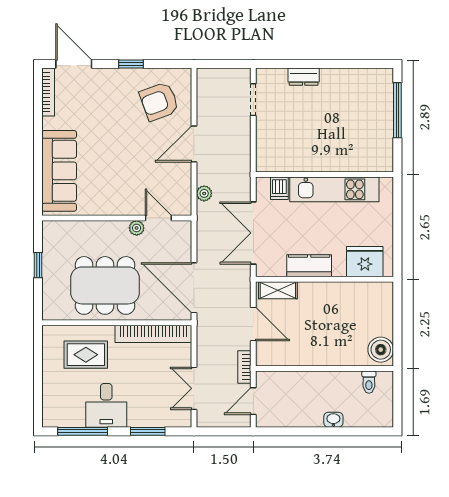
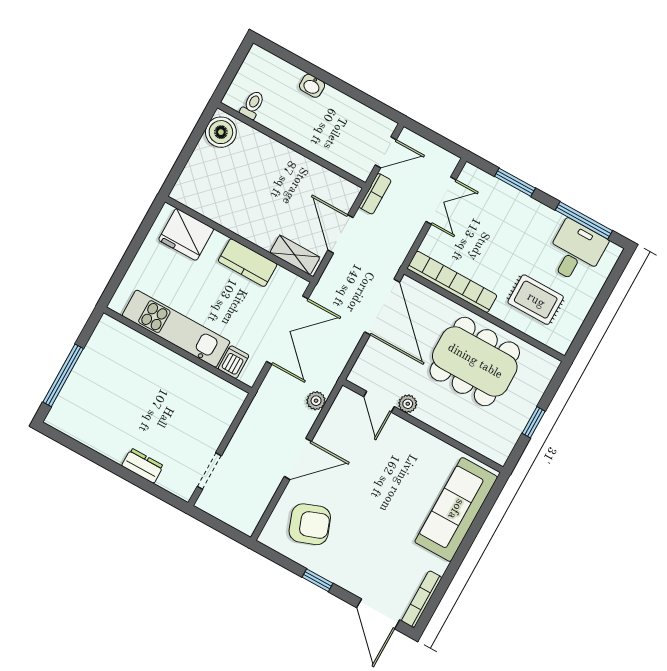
desk: (106, 405) -> (576, 252), moved

